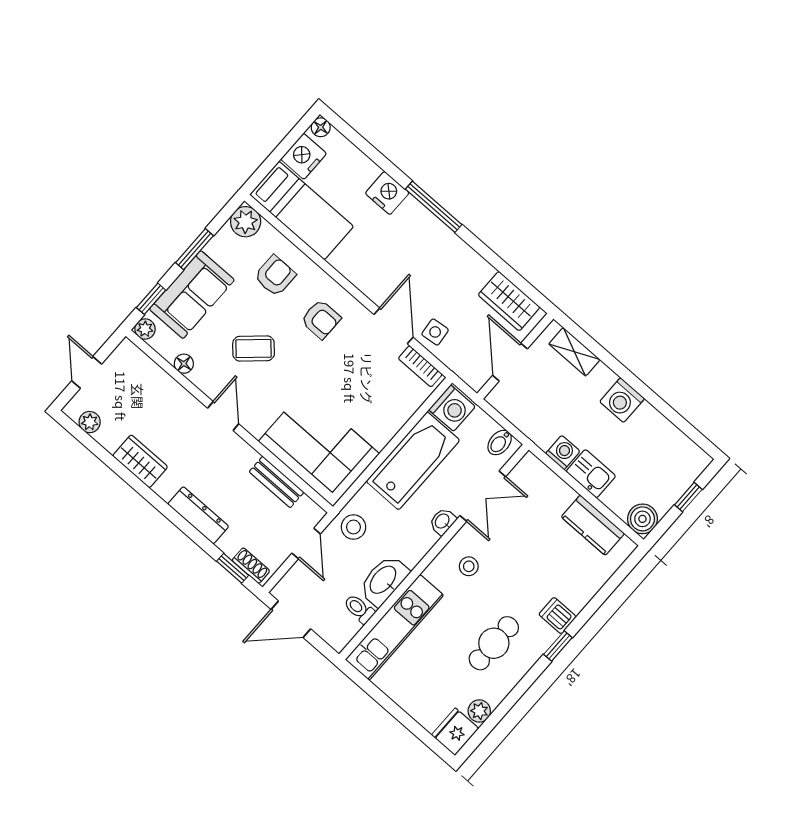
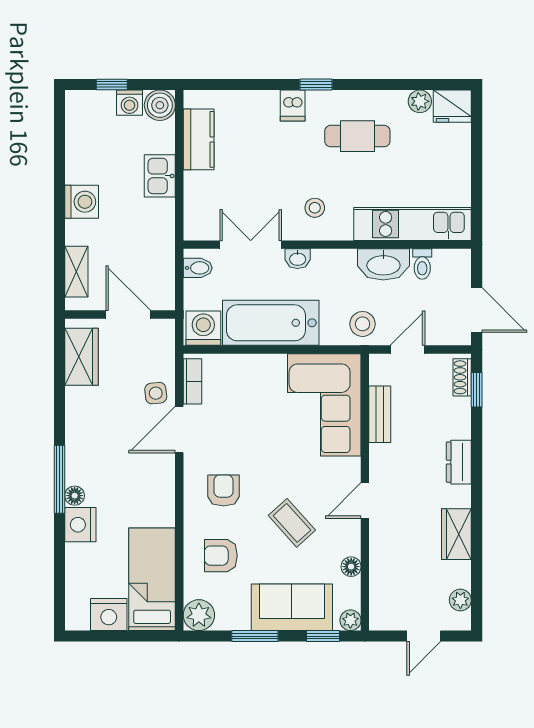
floor lamp: (321, 127) -> (75, 496), moved
door: (510, 362) -> (128, 315), swing flipped
washing machine: (563, 452) -> (130, 103), moved, turned -90
dresser: (198, 515) -> (459, 462), width x0.70

